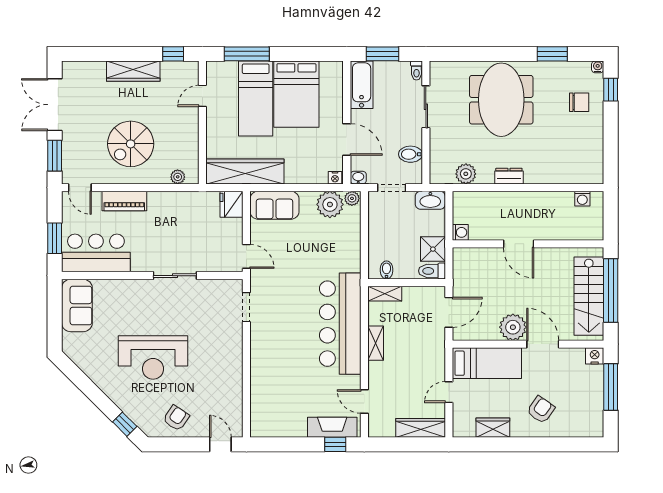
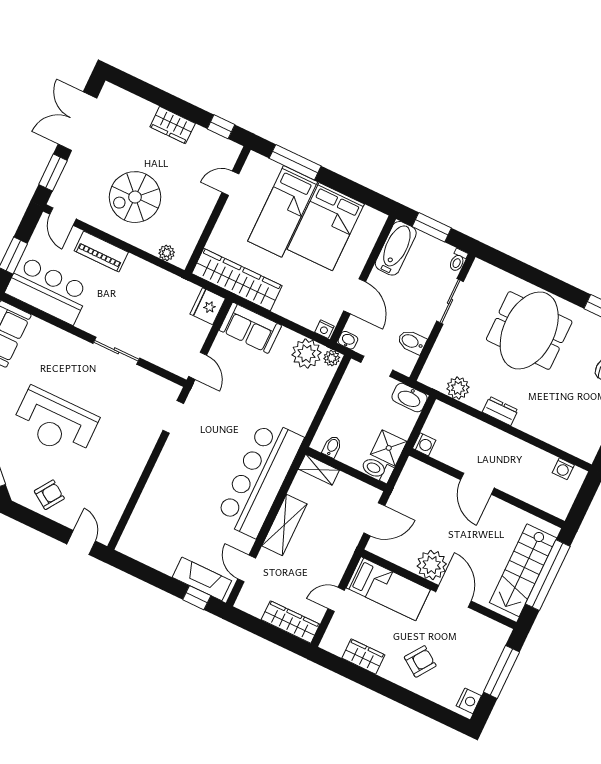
wardrobe: (133, 71) -> (173, 125), width x0.67
shelving: (376, 343) -> (284, 525), width x1.50, depth x1.33
nightstand: (595, 356) -> (469, 701), moved, turned 90

